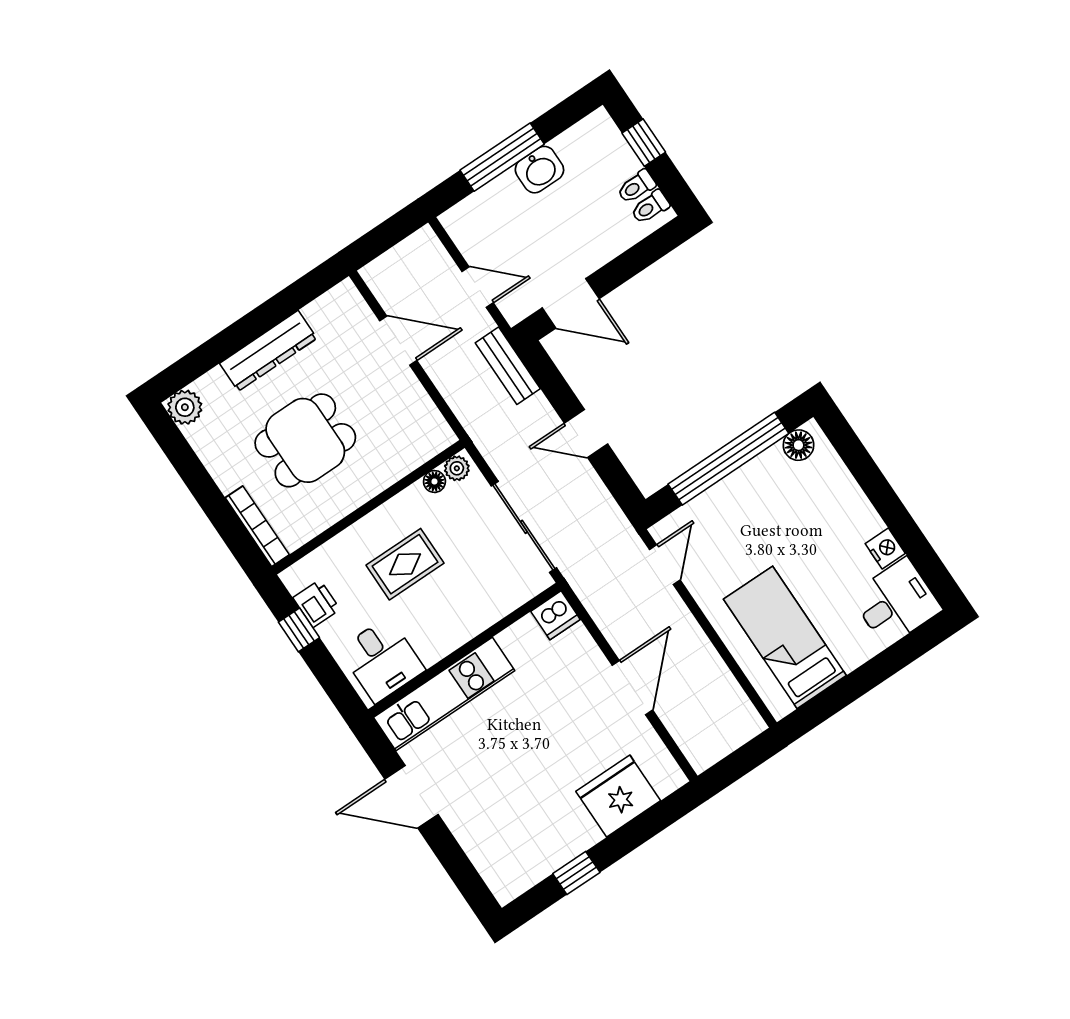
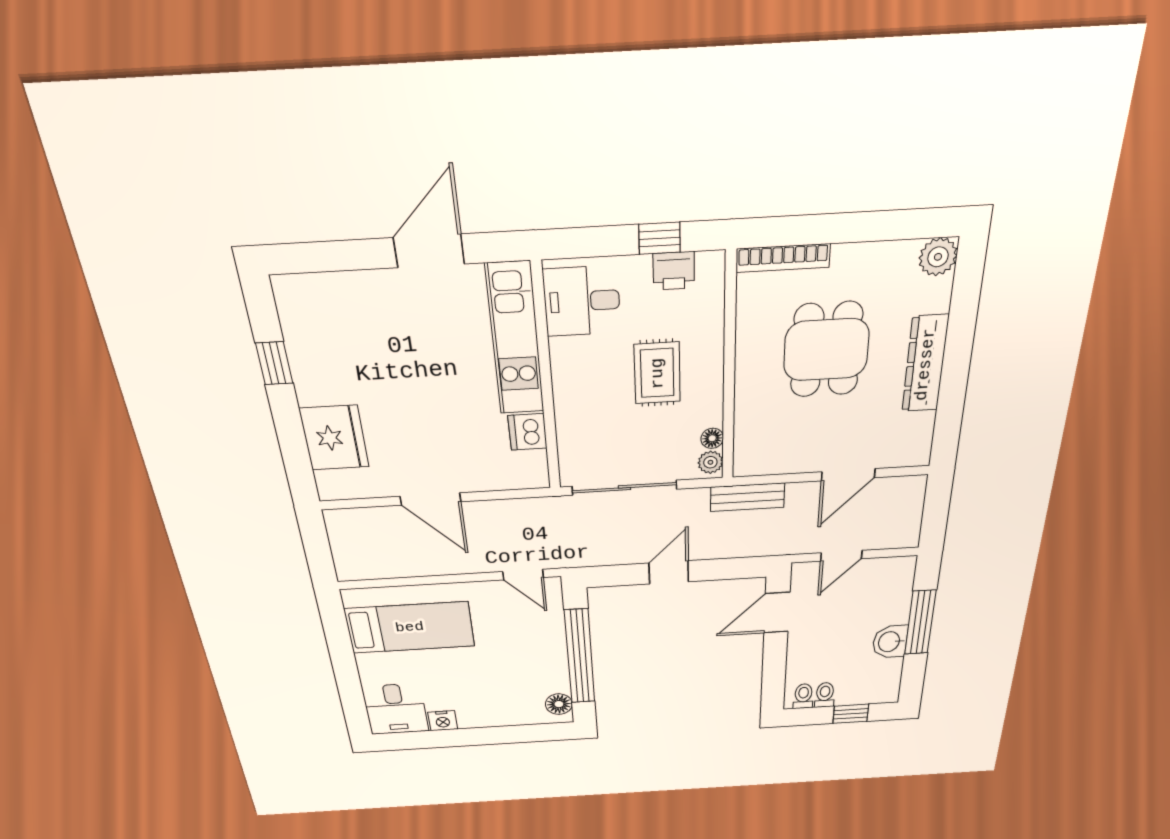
bench: (508, 366) -> (747, 497), moved
dishwasher: (556, 615) -> (528, 432), moved

